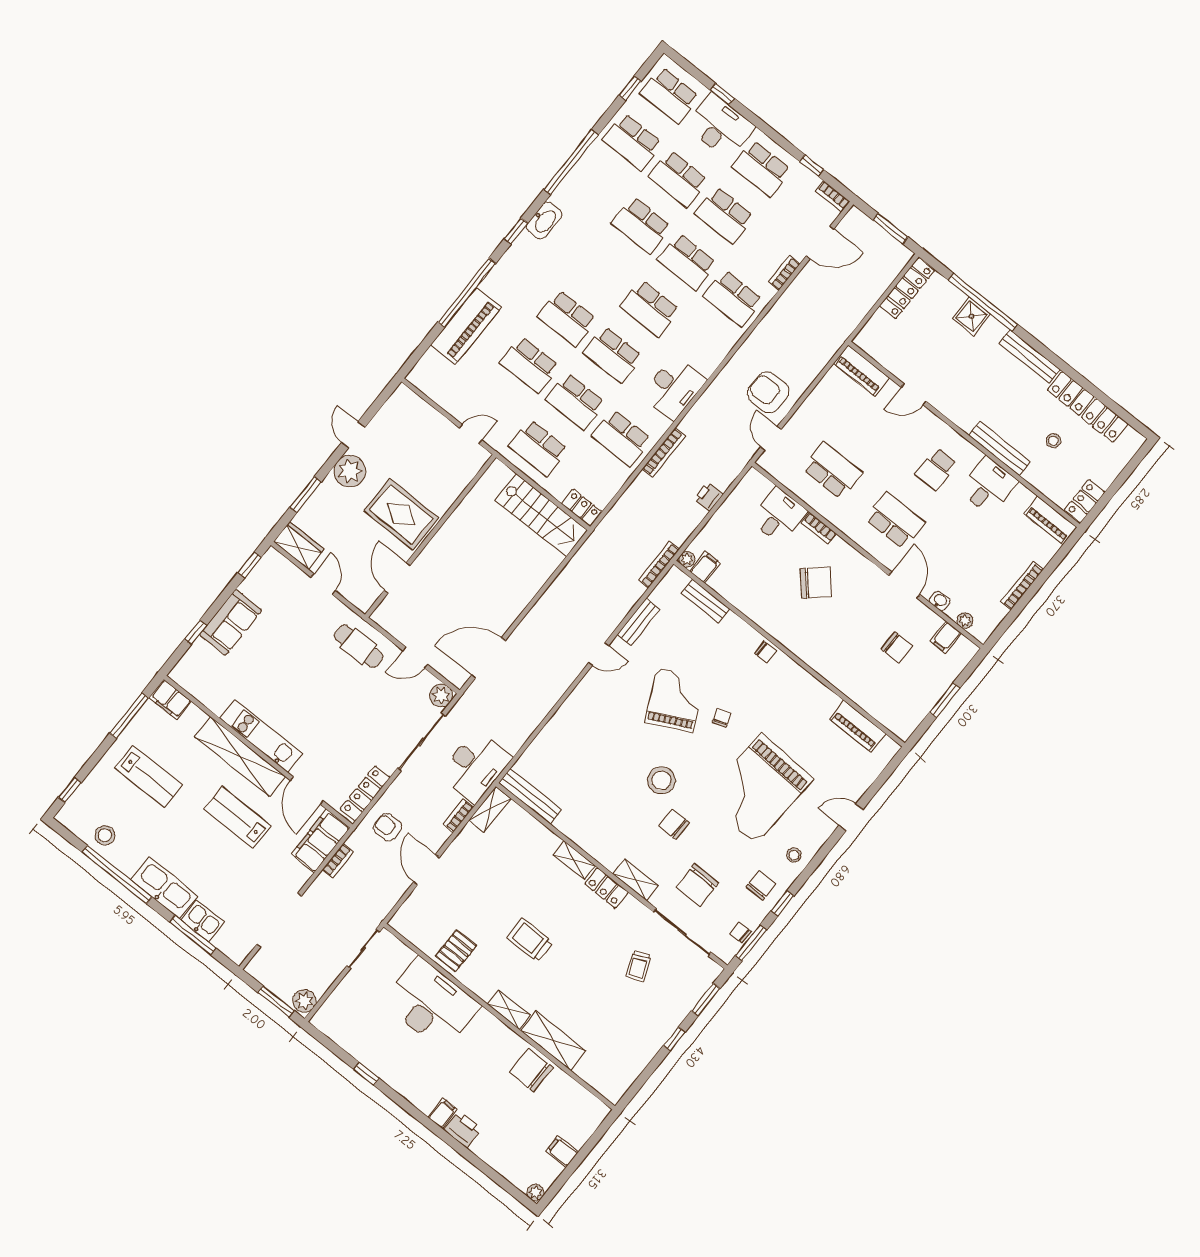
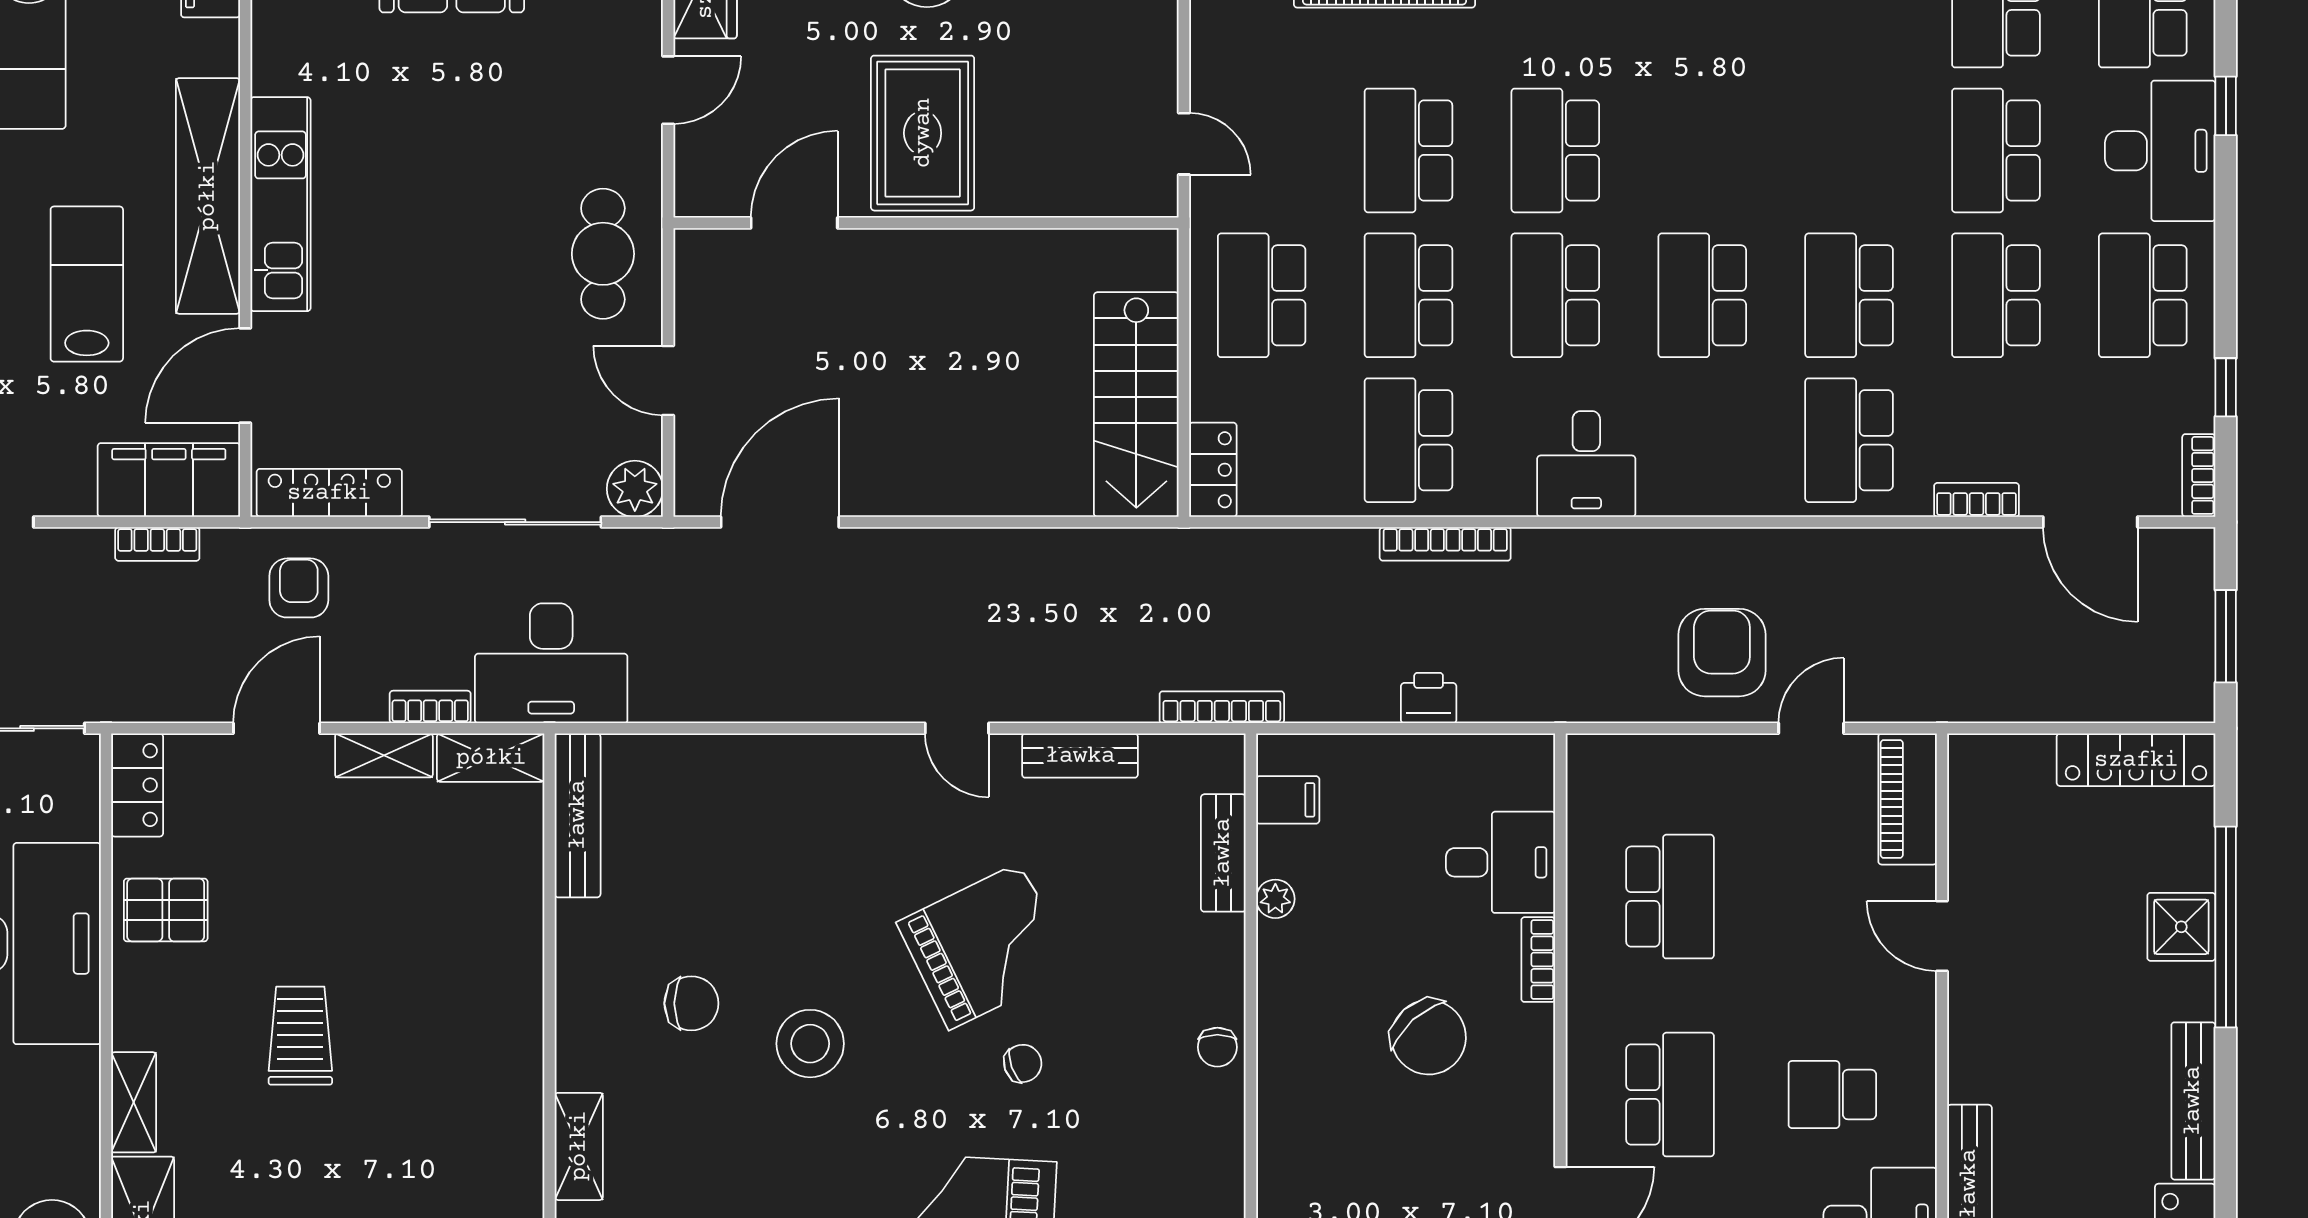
school desk: (641, 225) -> (1849, 150), removed
desk: (674, 388) -> (1586, 464), width x0.73
door: (771, 438) -> (1811, 728), moved
plant: (687, 559) -> (1275, 899), moved
door: (488, 658) -> (780, 522), hinge flipped
chair: (674, 824) -> (691, 1003), moved, turned 90
shelving: (574, 860) -> (384, 755), moved, turned 90
locker: (606, 888) -> (137, 785), moved, turned 180

